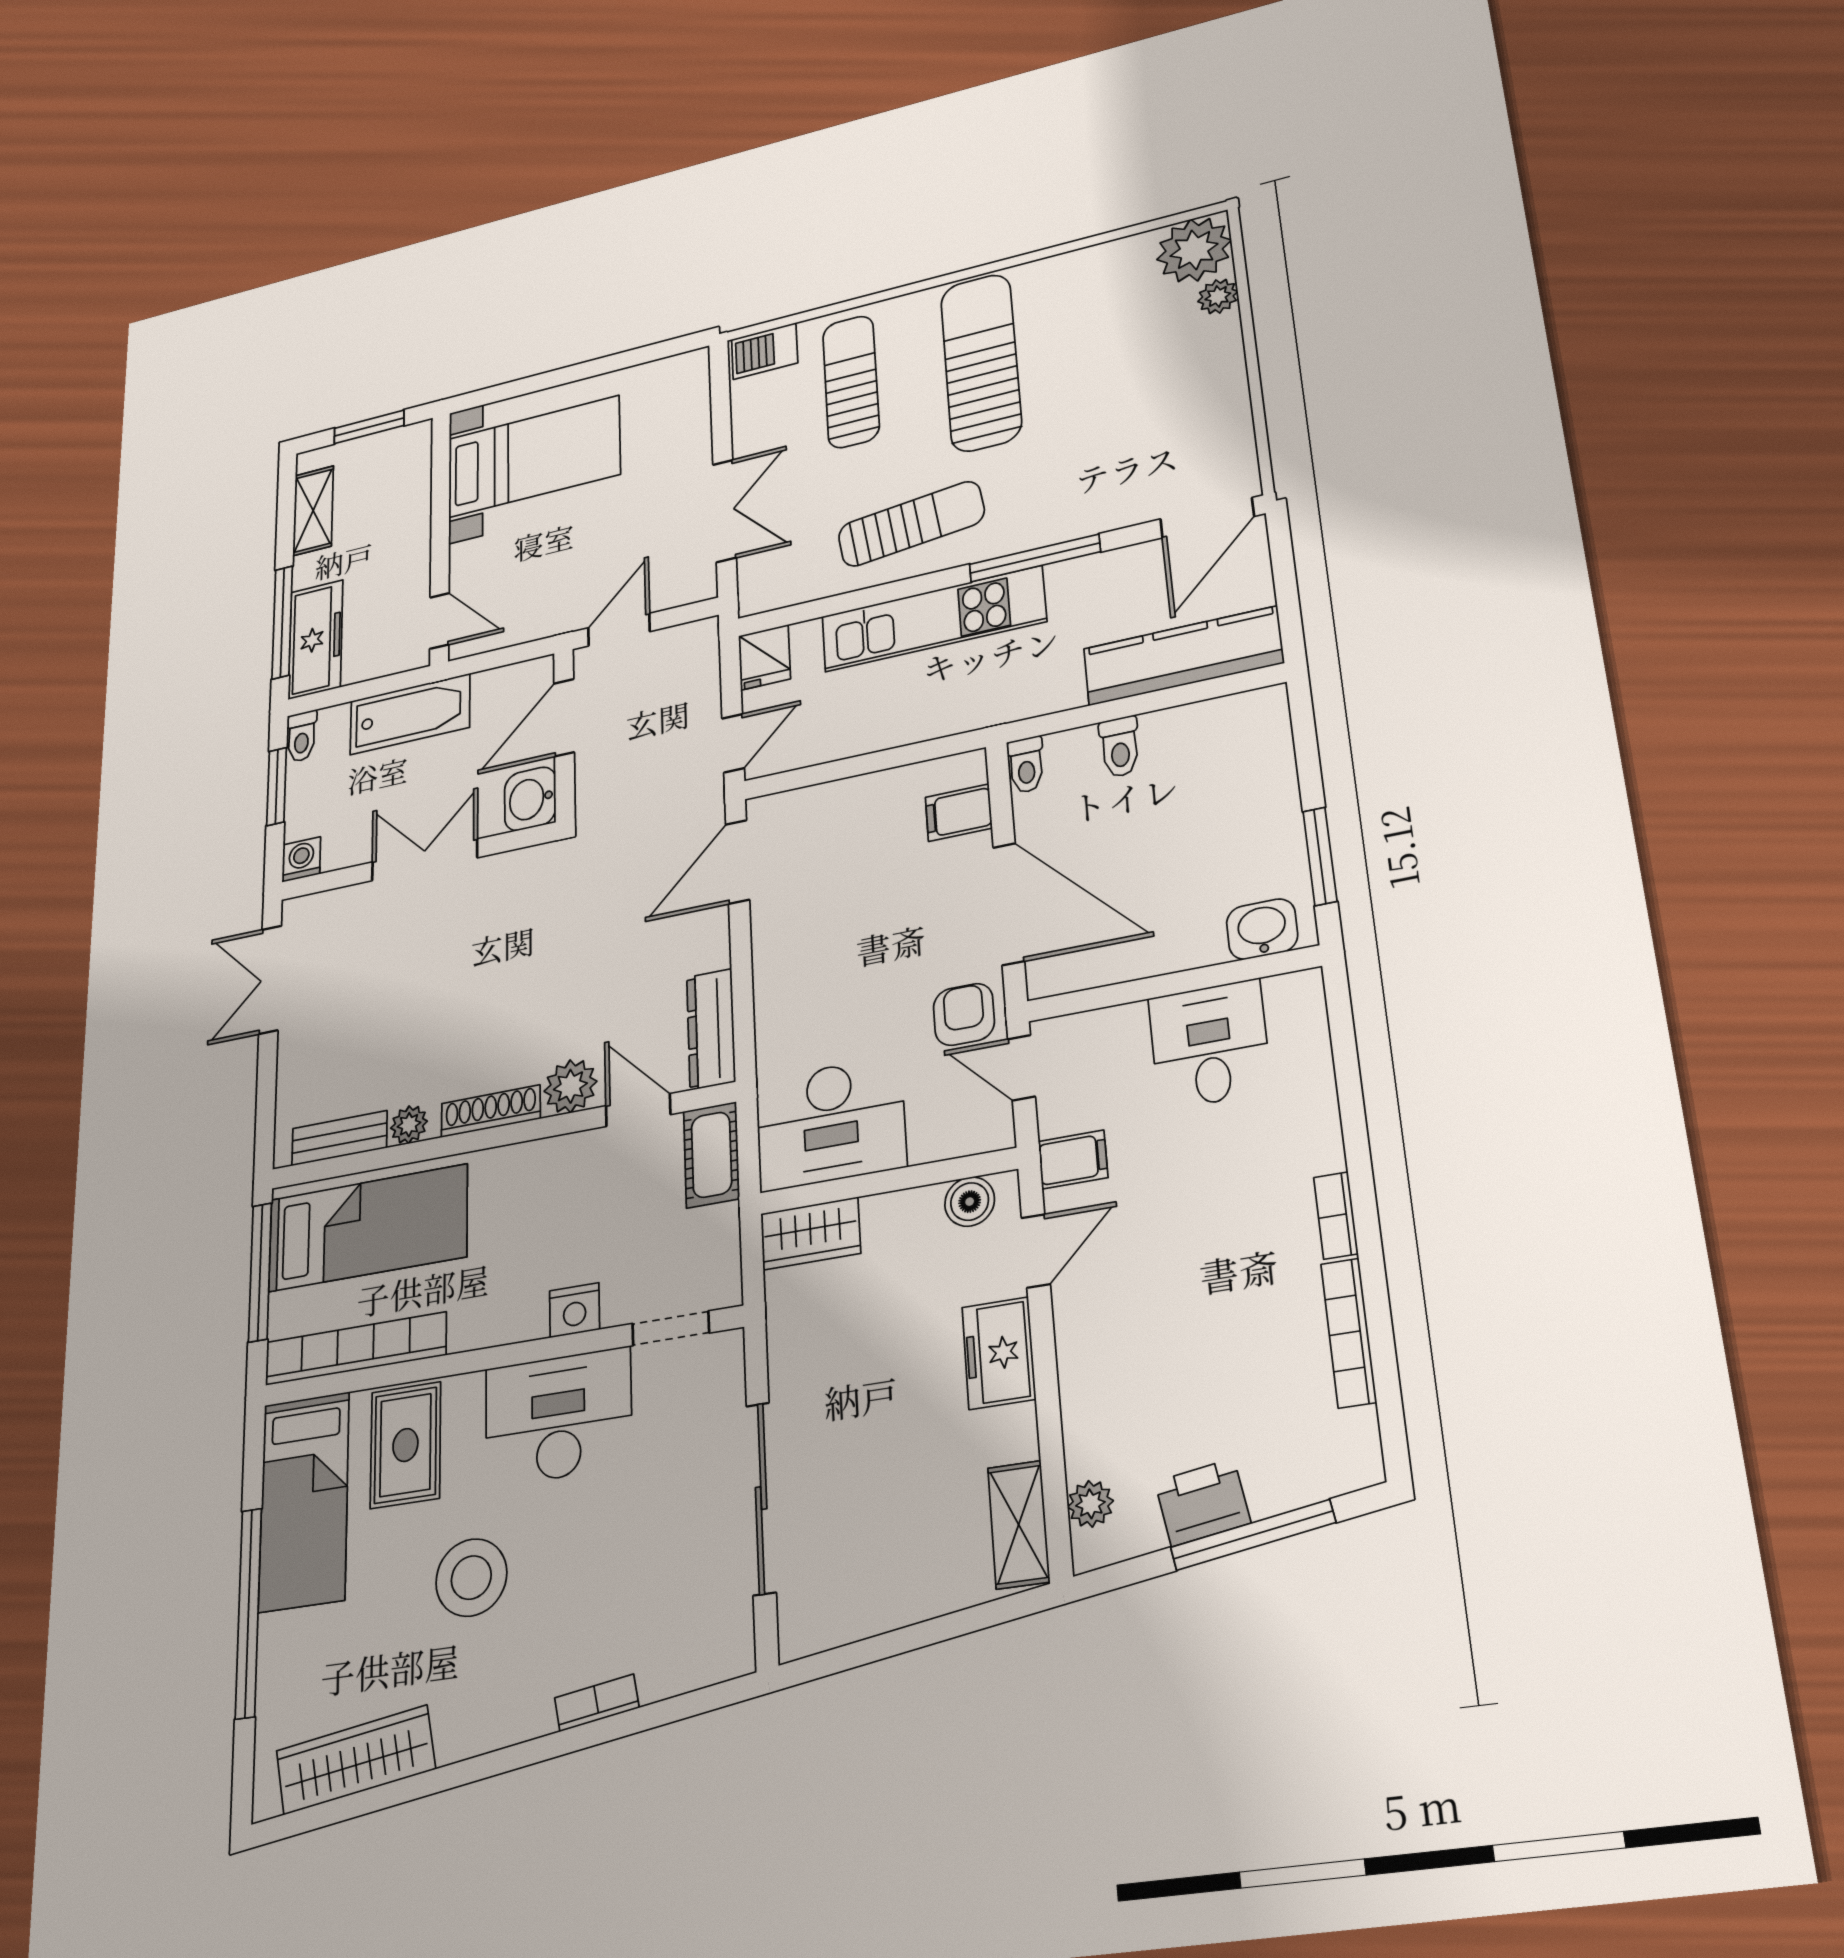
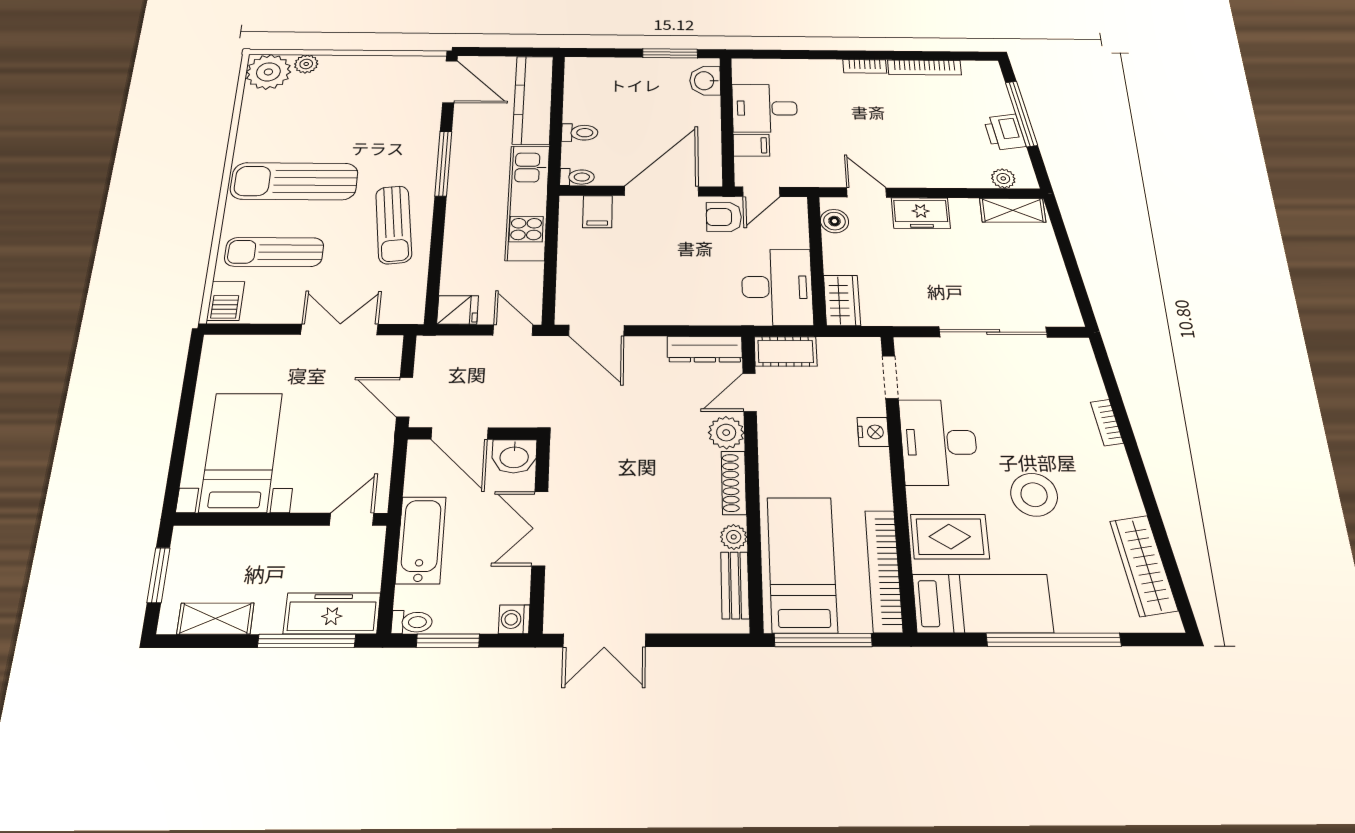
sun lounger: (911, 524) -> (394, 225), turned 180
kitchen unit: (933, 619) -> (527, 203), moved, turned 180
filing cabinet: (1073, 1160) -> (751, 145), moved, turned 90

